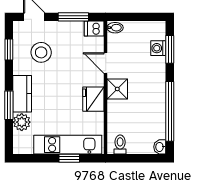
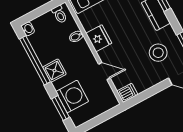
window: (73, 17) -> (148, 93), removed
bidet: (115, 28) -> (76, 36), moved
washing machine: (158, 48) -> (72, 96), width x1.89, depth x1.89
shower: (117, 89) -> (54, 71), moved

